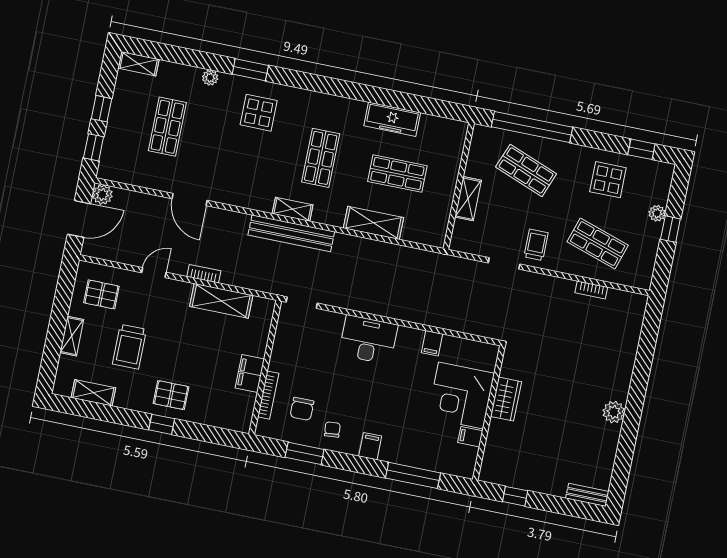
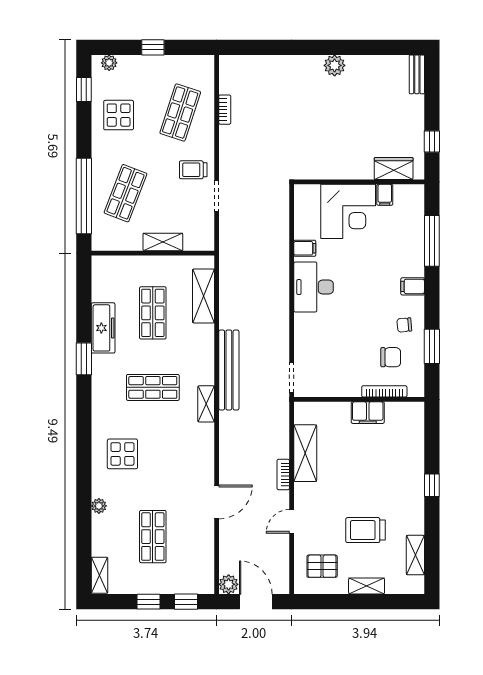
window: (250, 70) -> (84, 359), moved
shop shelf: (167, 127) -> (153, 537), turned 90
plant: (657, 213) -> (109, 63), moved
shelving: (374, 223) -> (203, 296), moved
bench: (291, 233) -> (229, 370), moved
door: (154, 273) -> (292, 521), hinge flipped
pallet: (101, 294) -> (322, 566), turned 90
desk: (368, 340) -> (314, 287), moved
trolley: (129, 347) -> (366, 530), turned 180
pallet: (171, 395) -> (403, 482), removed
wardrobe: (506, 399) -> (394, 169), moved

